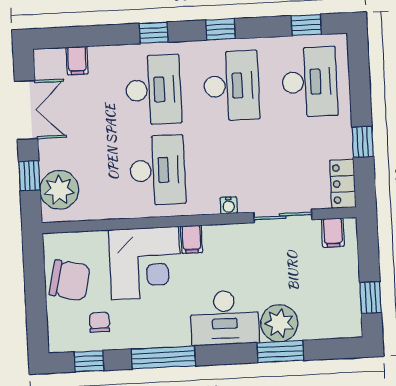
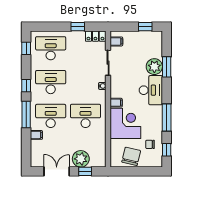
window: (154, 33) -> (26, 115), width x2.17
filing cabinet: (77, 60) -> (36, 135), moved
plant: (59, 190) -> (81, 159), moved

